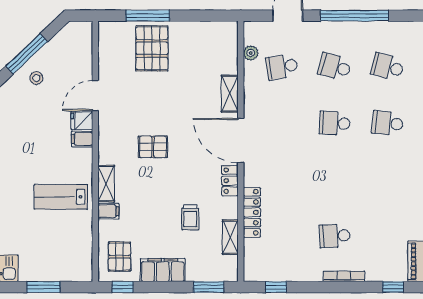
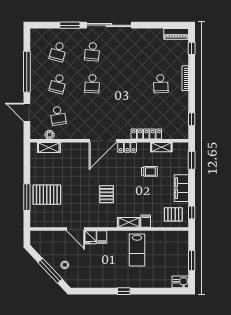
shelving: (230, 94) -> (49, 147), moved

